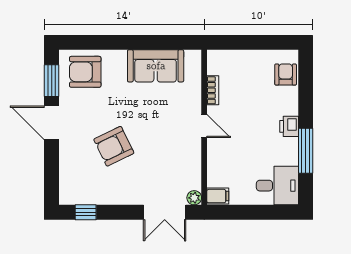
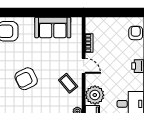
coffee table: (180, 153) -> (68, 83), added
plant: (222, 172) -> (95, 95), added

